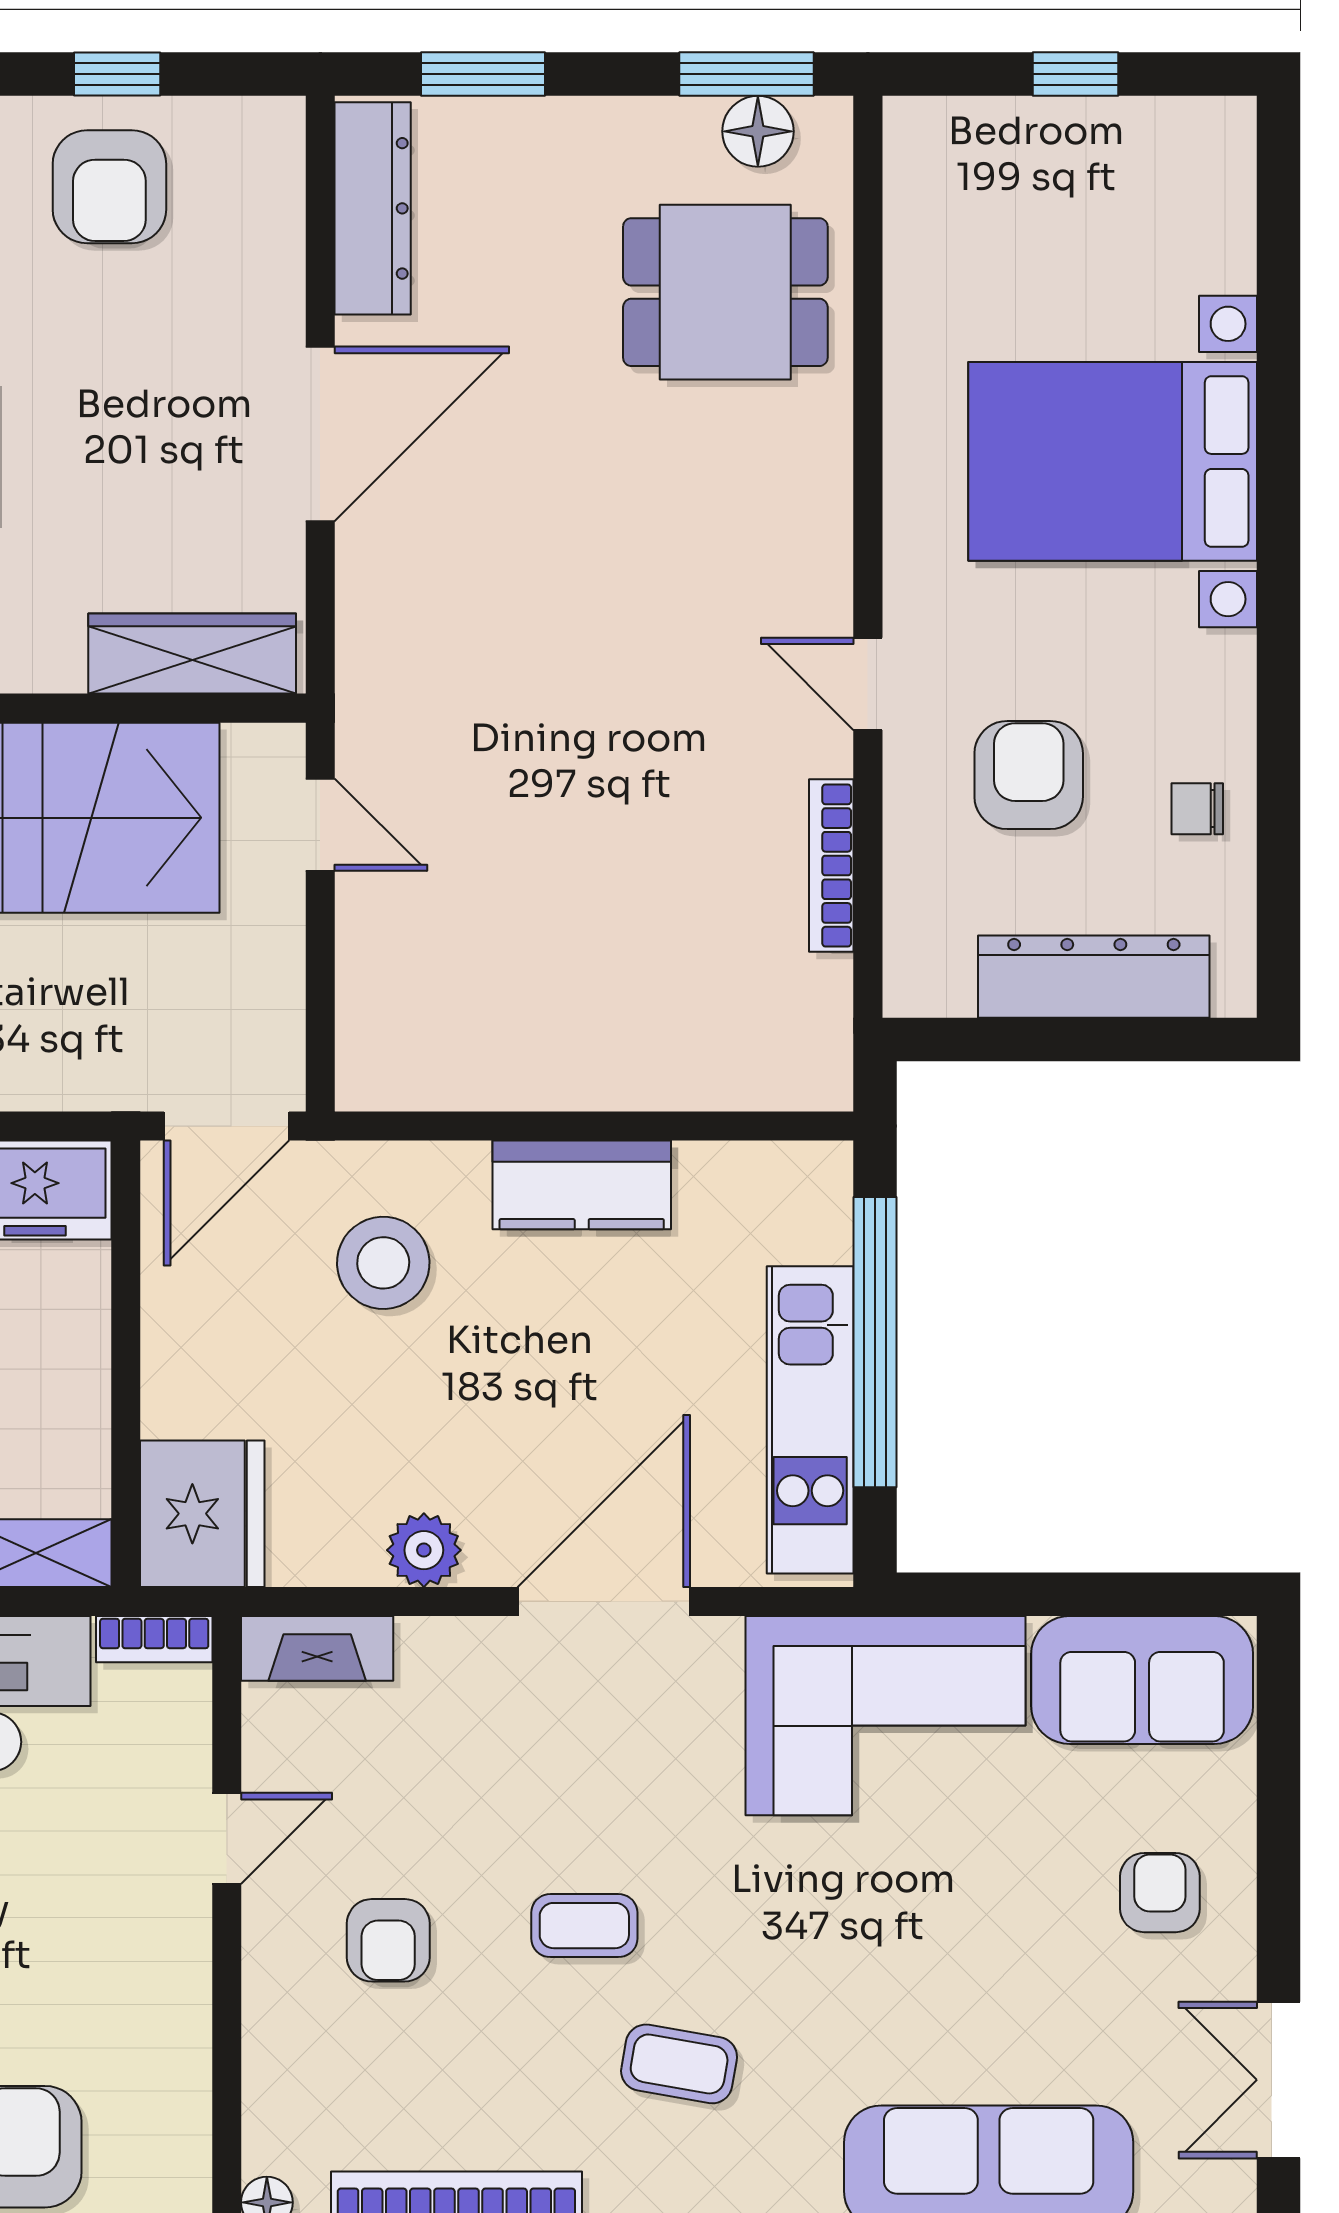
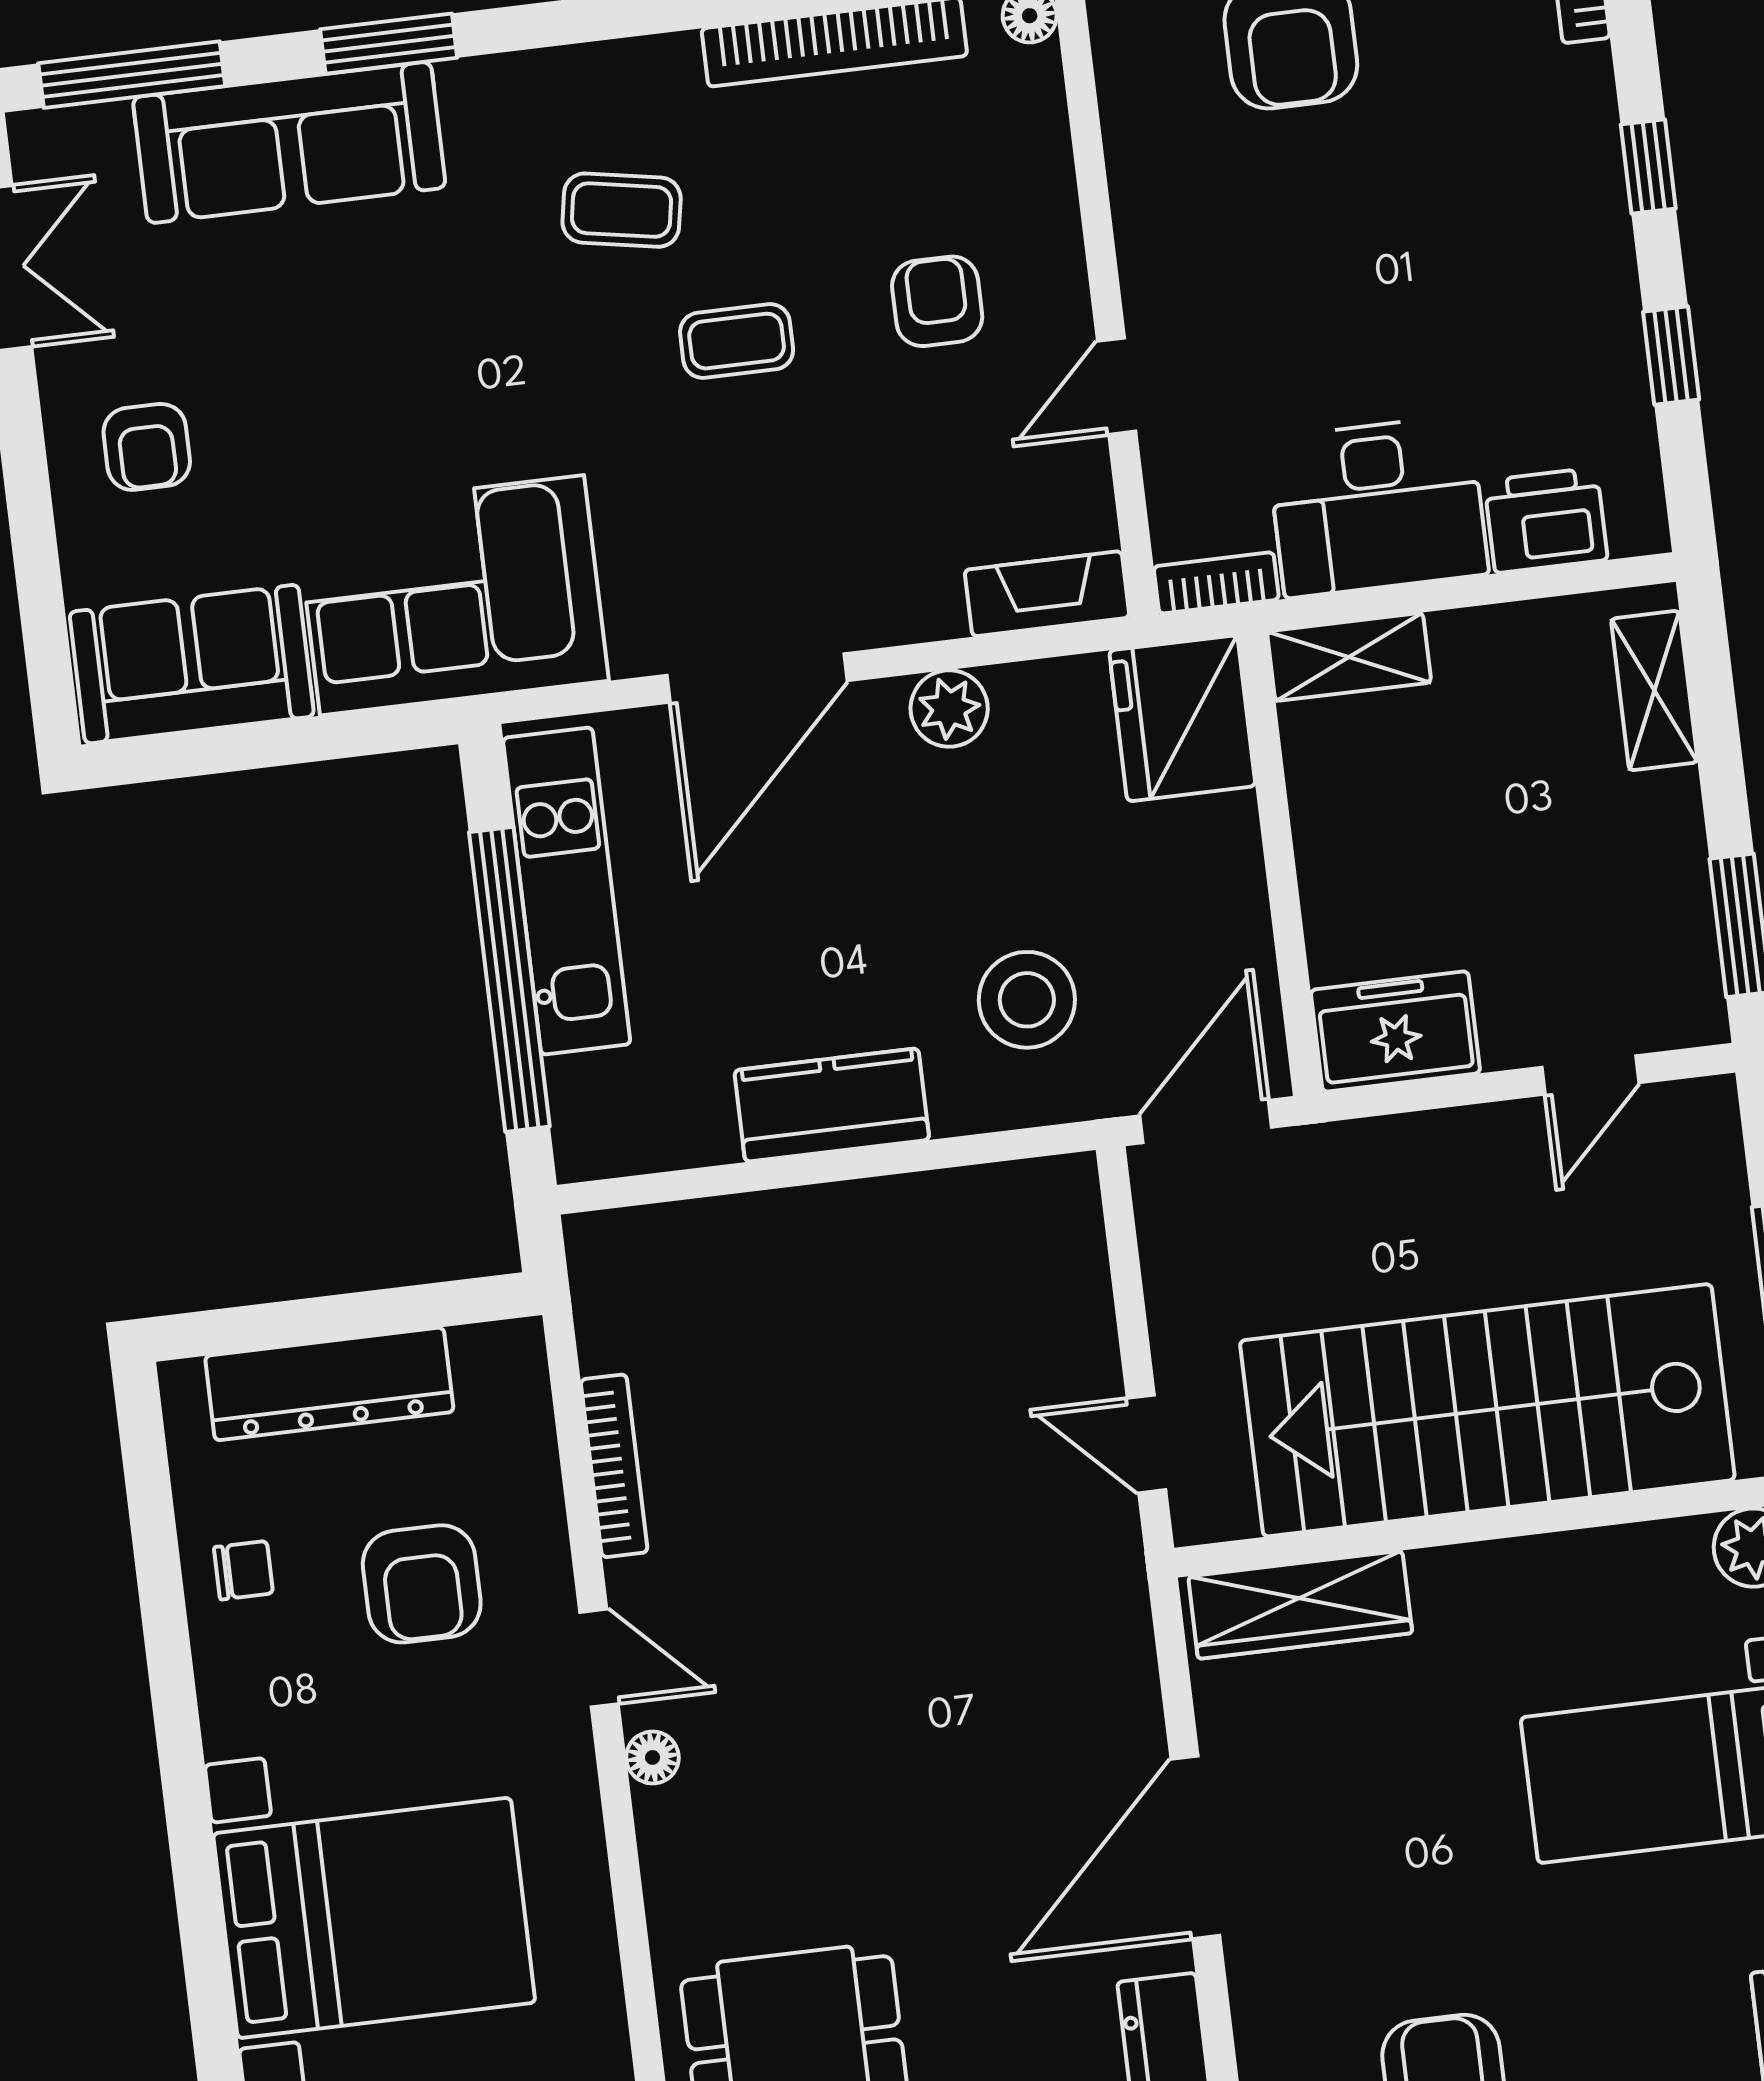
floor lamp: (828, 583) -> (653, 1757), added

